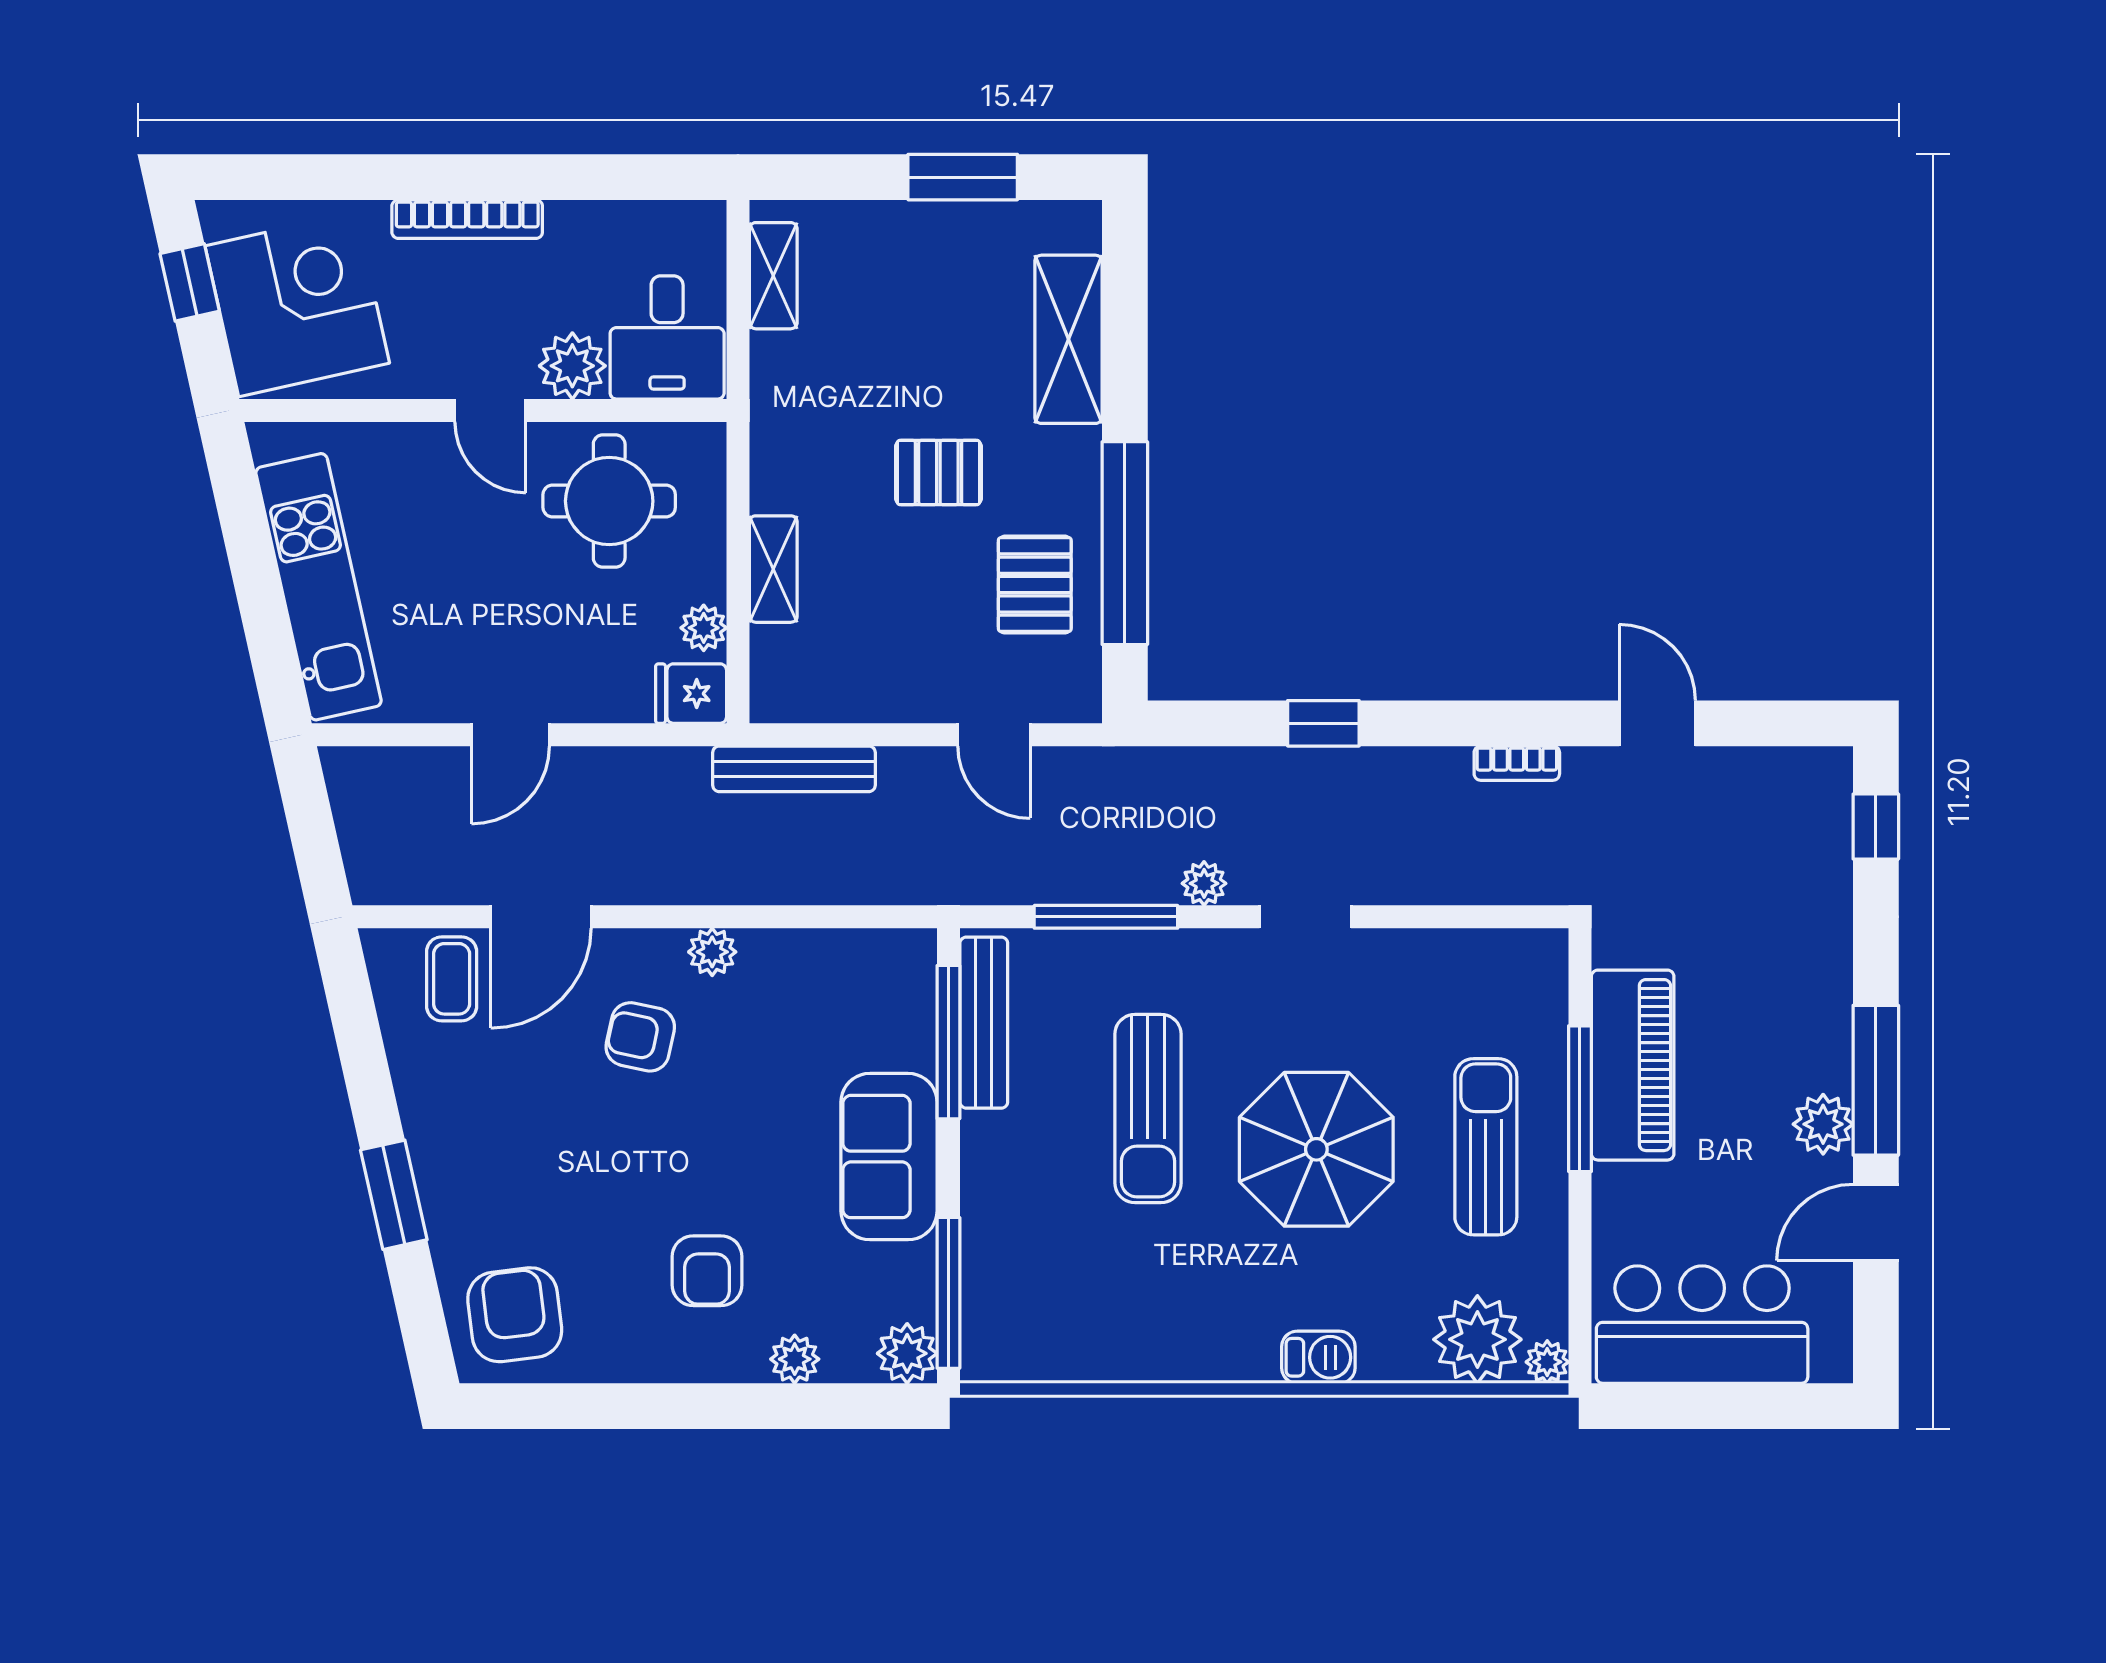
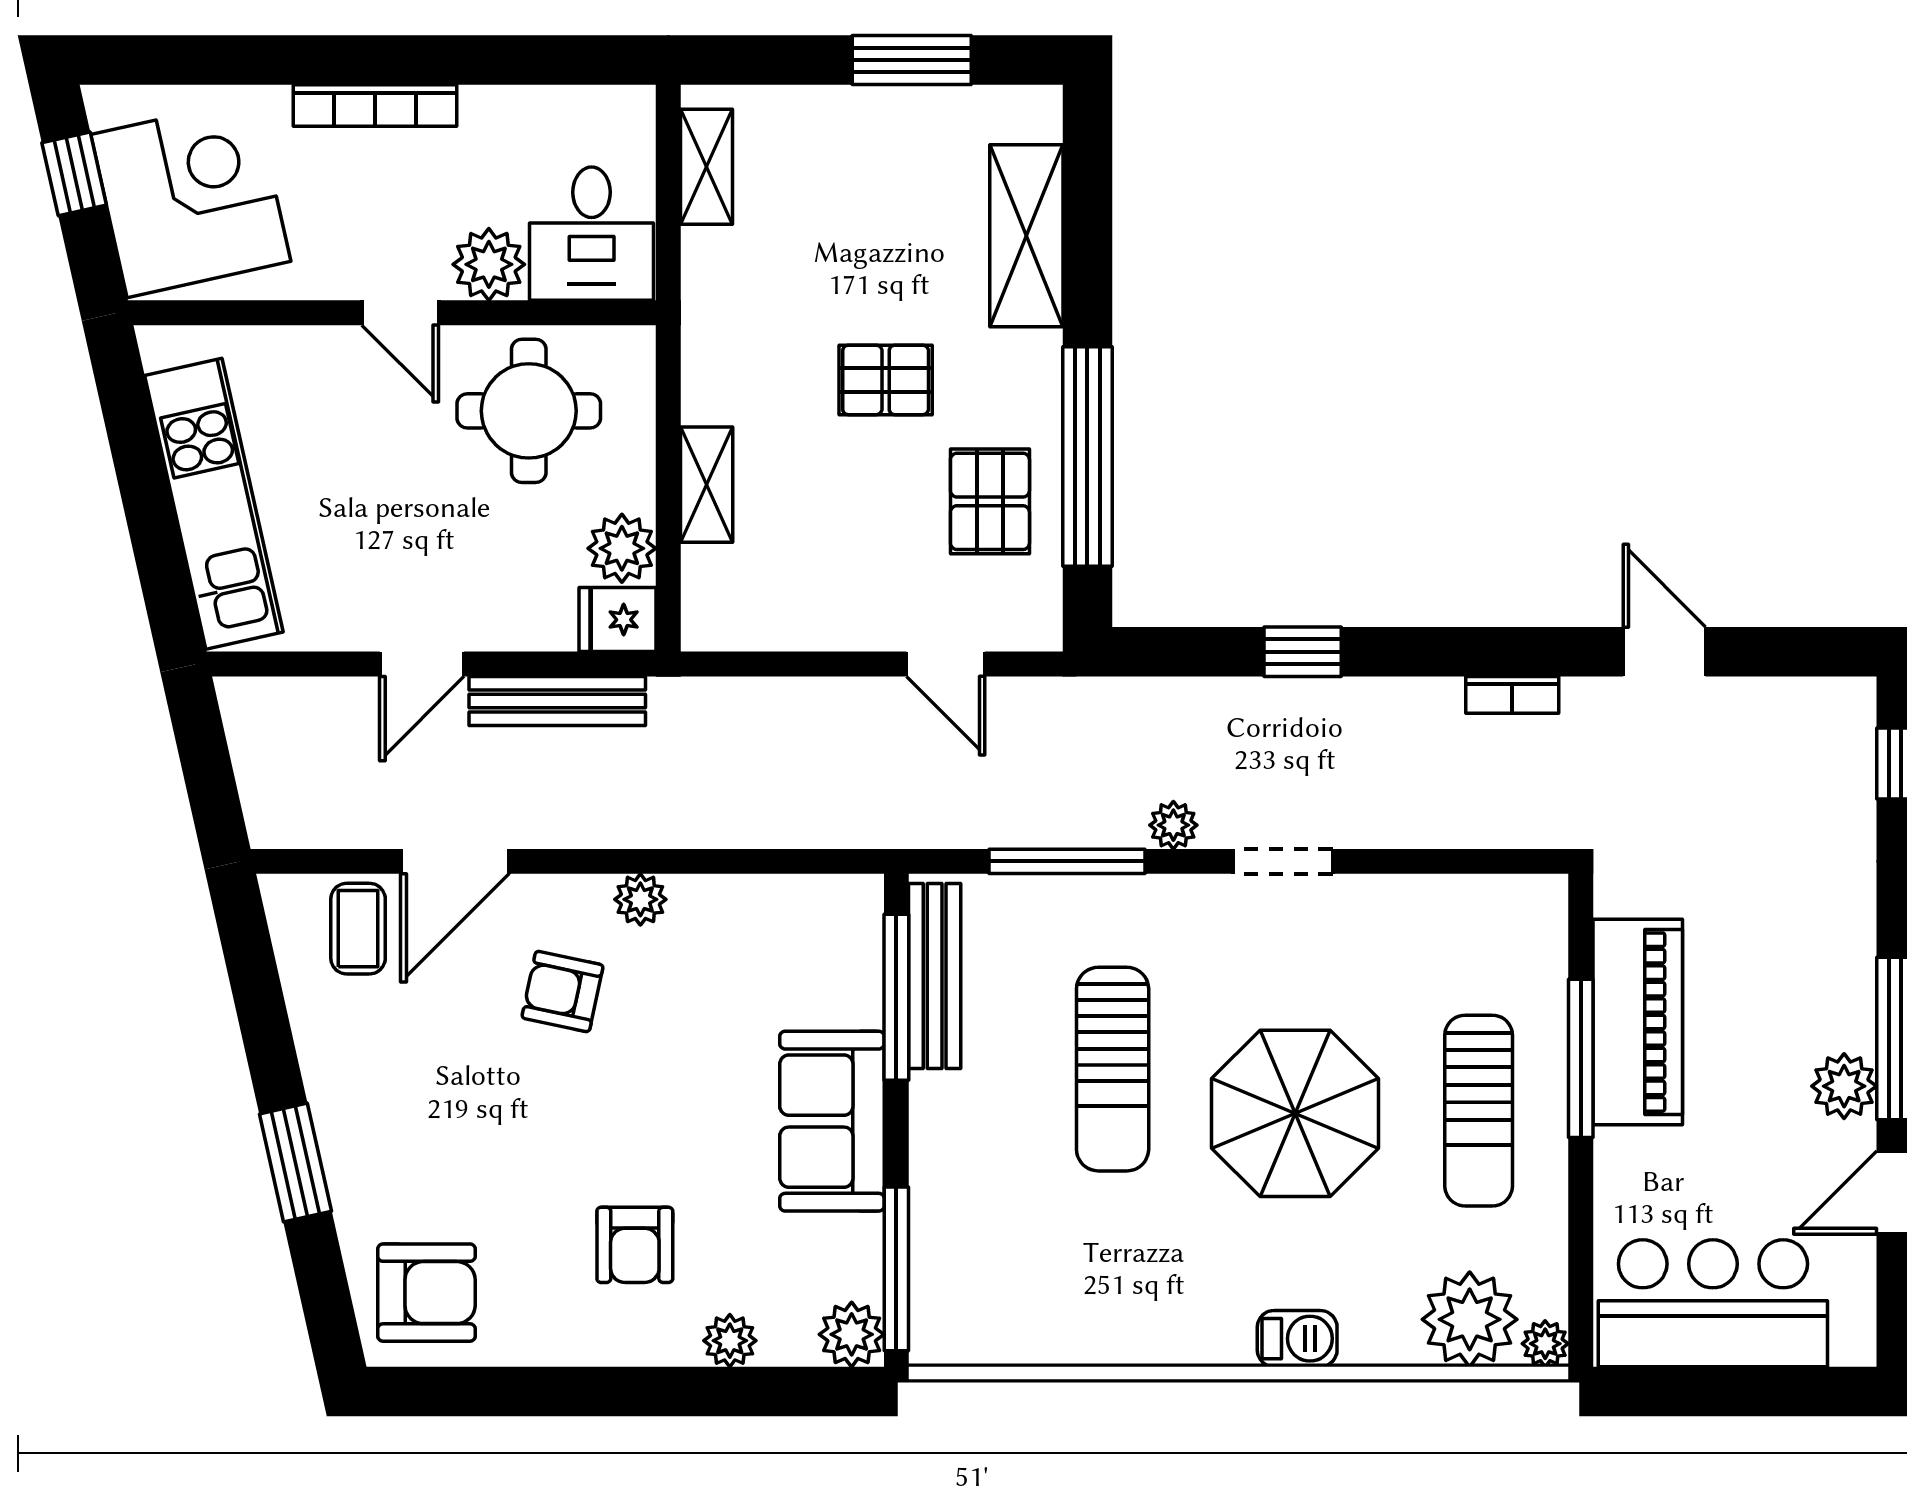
plant: (704, 628) -> (622, 548), width x1.38, depth x1.38
bench: (794, 769) -> (557, 701), moved
sun lounger: (1486, 1147) -> (1479, 1111), turned 180
armchair: (515, 1315) -> (426, 1293), turned 97

